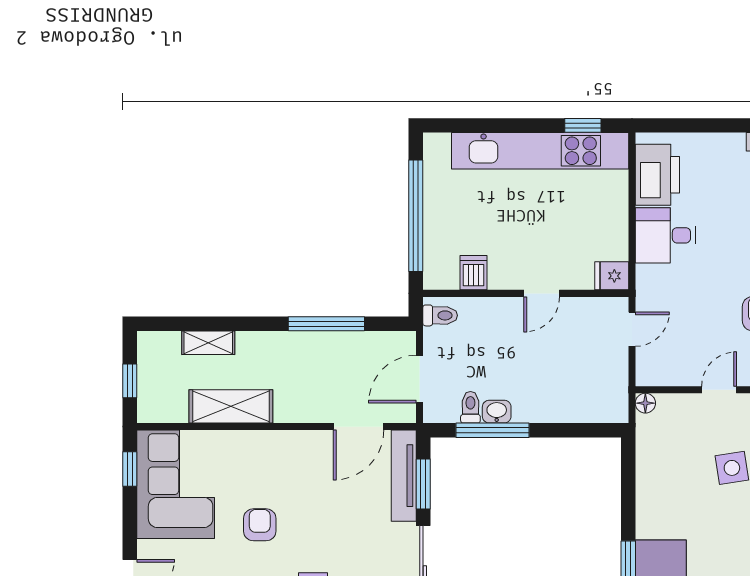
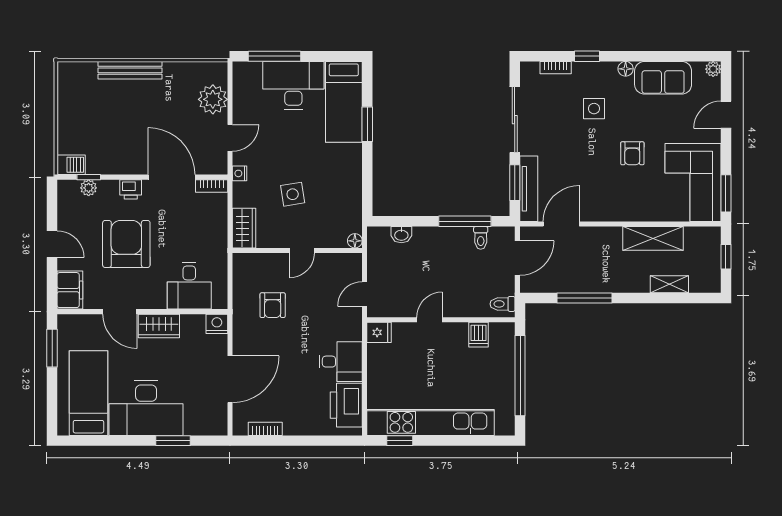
washbasin: (497, 412) -> (401, 235), moved
window: (130, 469) -> (726, 193), width x1.50

